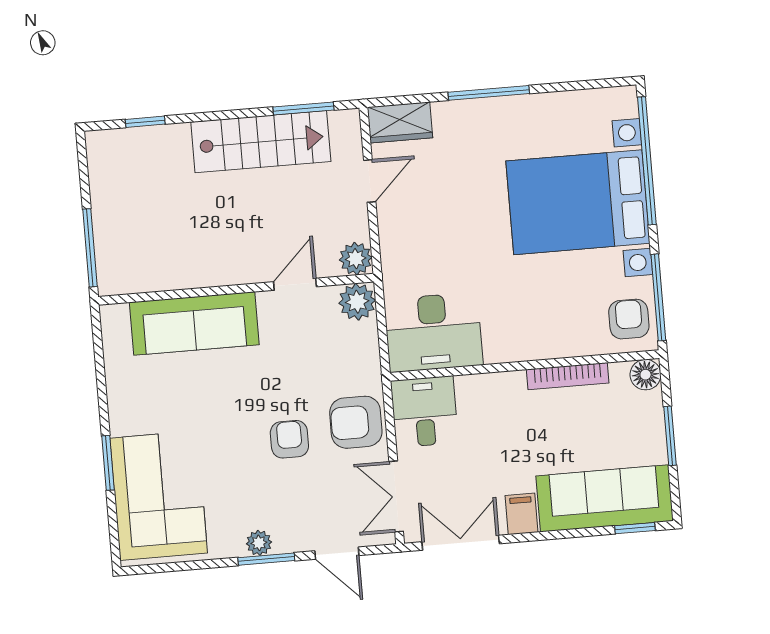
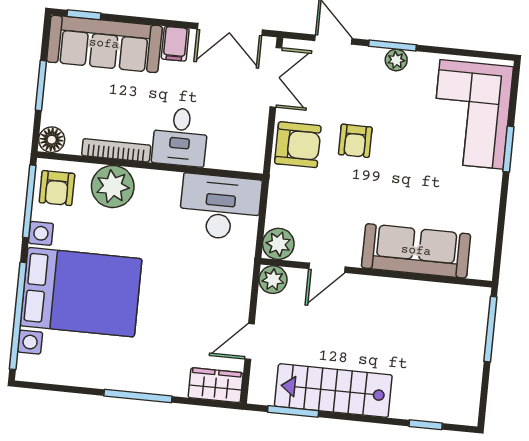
plant: (564, 333) -> (113, 187), added
desk: (424, 412) -> (180, 137), moved

